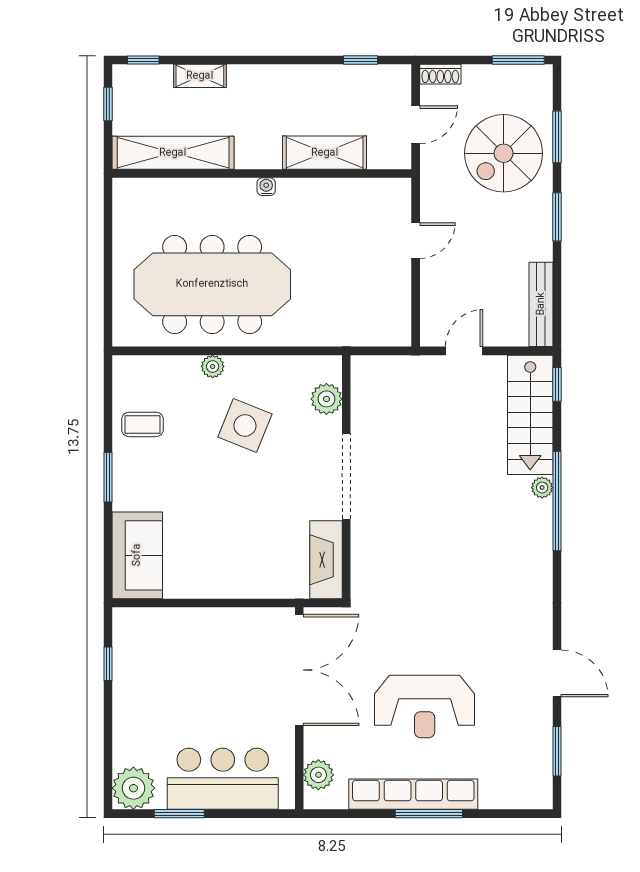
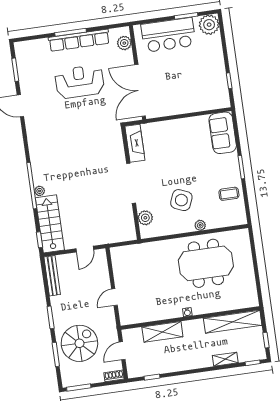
meeting table: (212, 284) -> (206, 263), width x0.73

